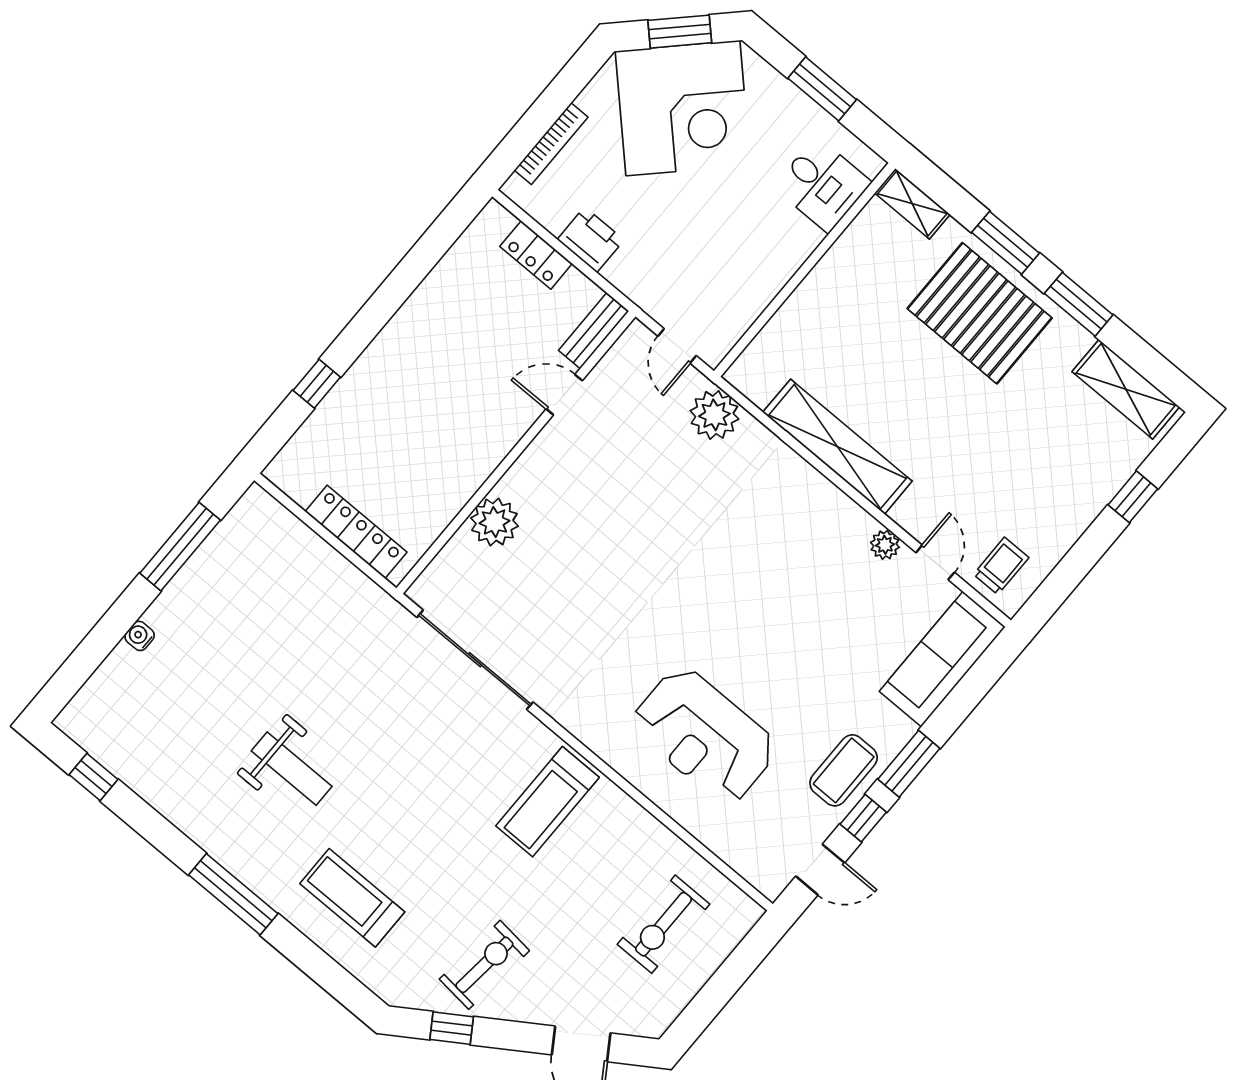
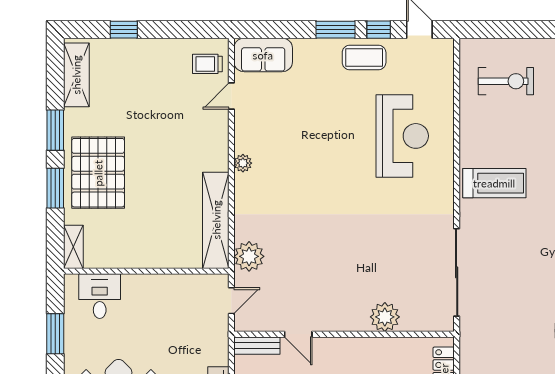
shelving: (837, 447) -> (216, 220), moved
plant: (885, 545) -> (243, 163), moved
sofa: (942, 659) -> (263, 55), width x0.73

